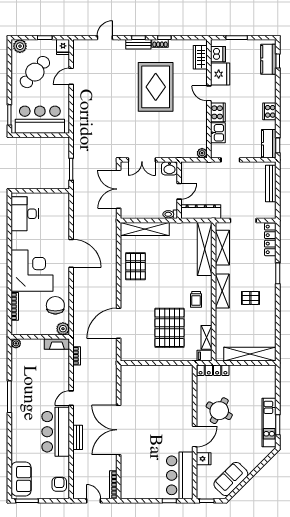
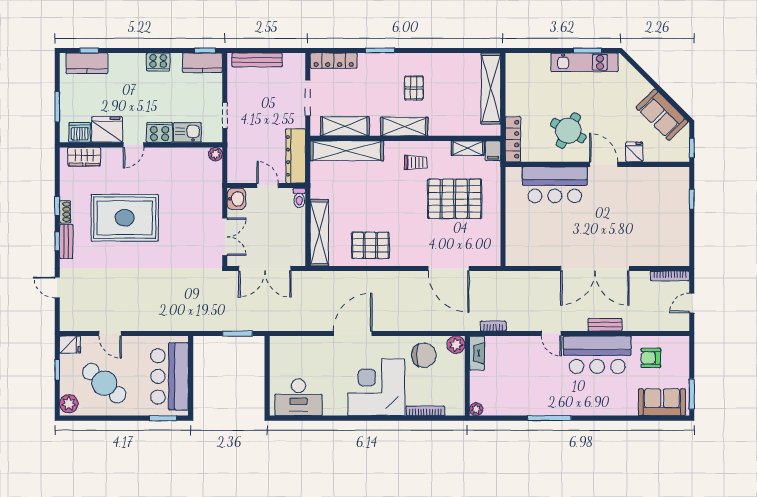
chair: (55, 305) -> (424, 355), turned 180
bar counter: (180, 475) -> (555, 185), moved
armchair: (59, 484) -> (651, 358), moved

